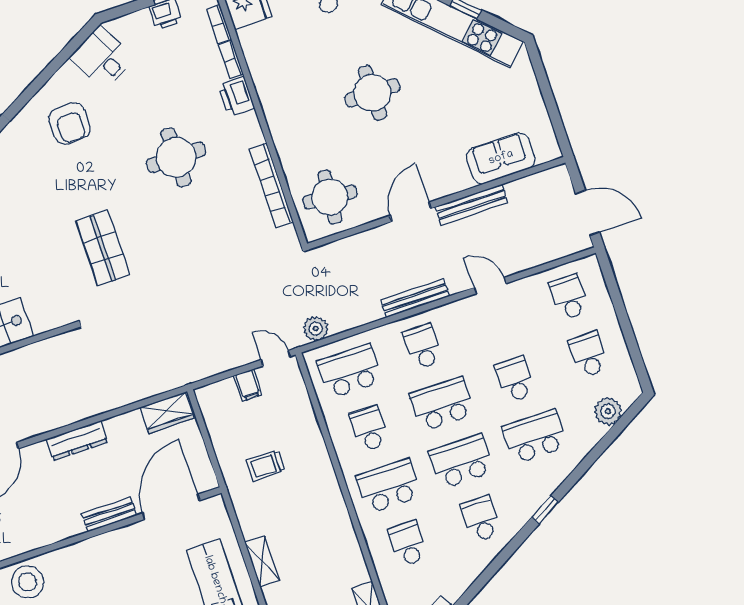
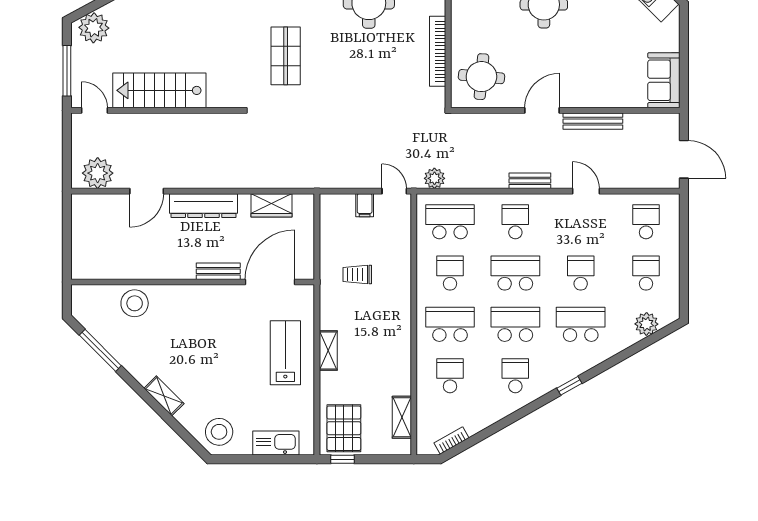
sofa: (501, 158) -> (664, 80), moved, turned -90
bench: (415, 298) -> (530, 181), width x0.73
wardrobe: (167, 413) -> (272, 205), moved
dresser: (77, 441) -> (204, 206), width x1.37, depth x1.24

